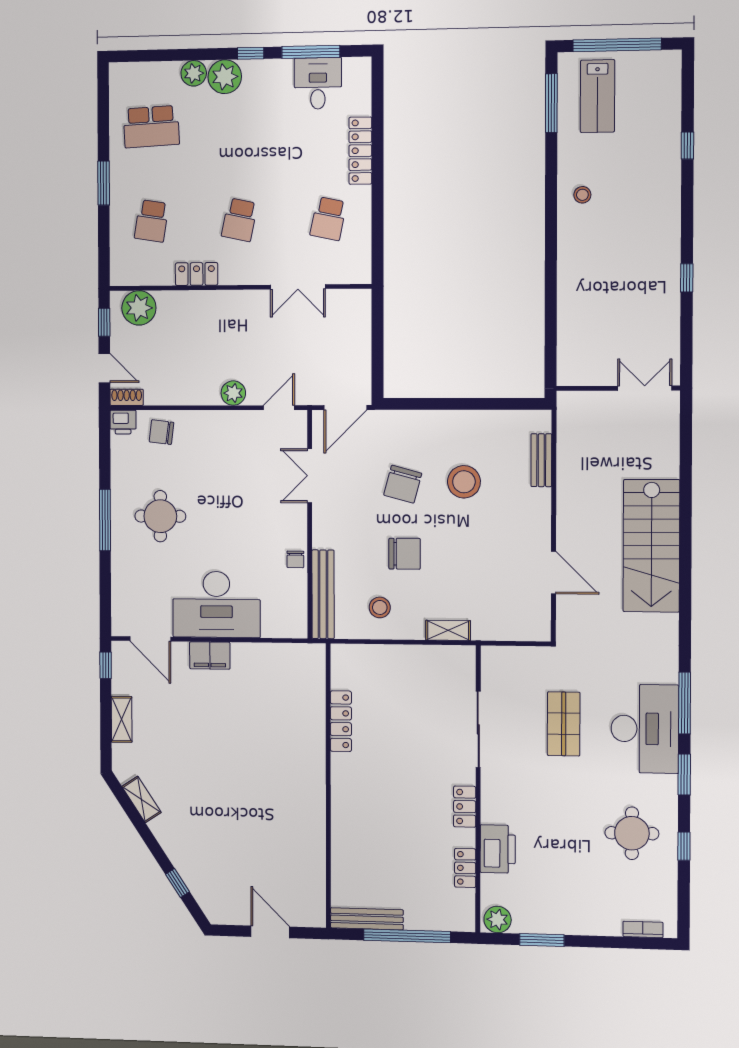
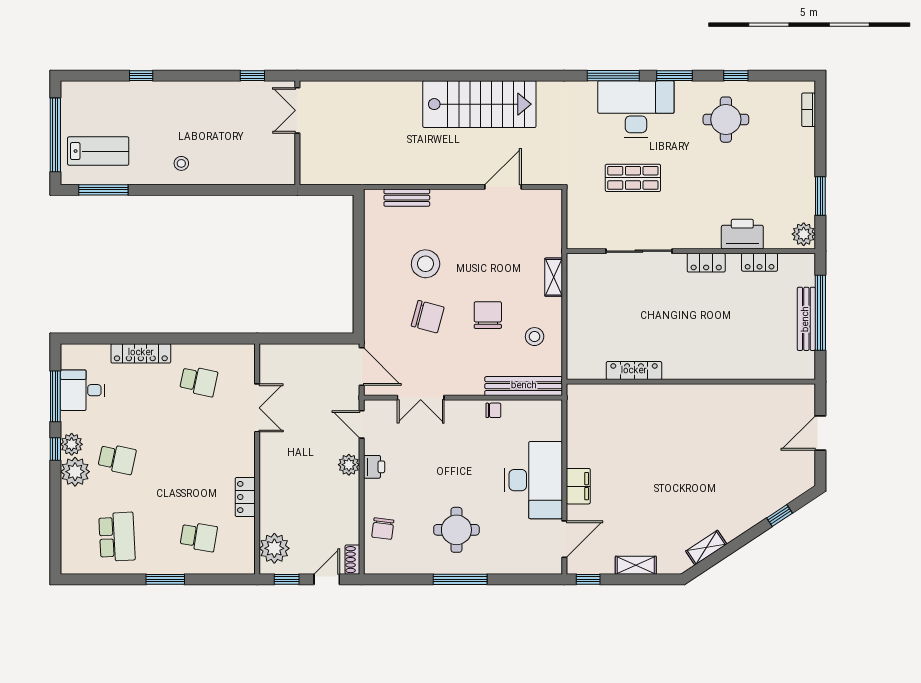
plant: (194, 73) -> (72, 444), moved
school desk: (240, 220) -> (117, 459), moved
wall: (618, 388) -> (297, 133), moved
double door: (645, 388) -> (297, 110), moved
printer: (123, 422) -> (374, 467), moved
bench: (367, 919) -> (806, 319), moved

